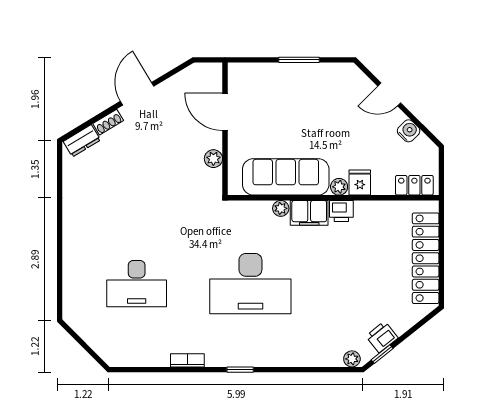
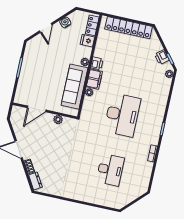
fridge: (360, 183) -> (87, 41), moved

